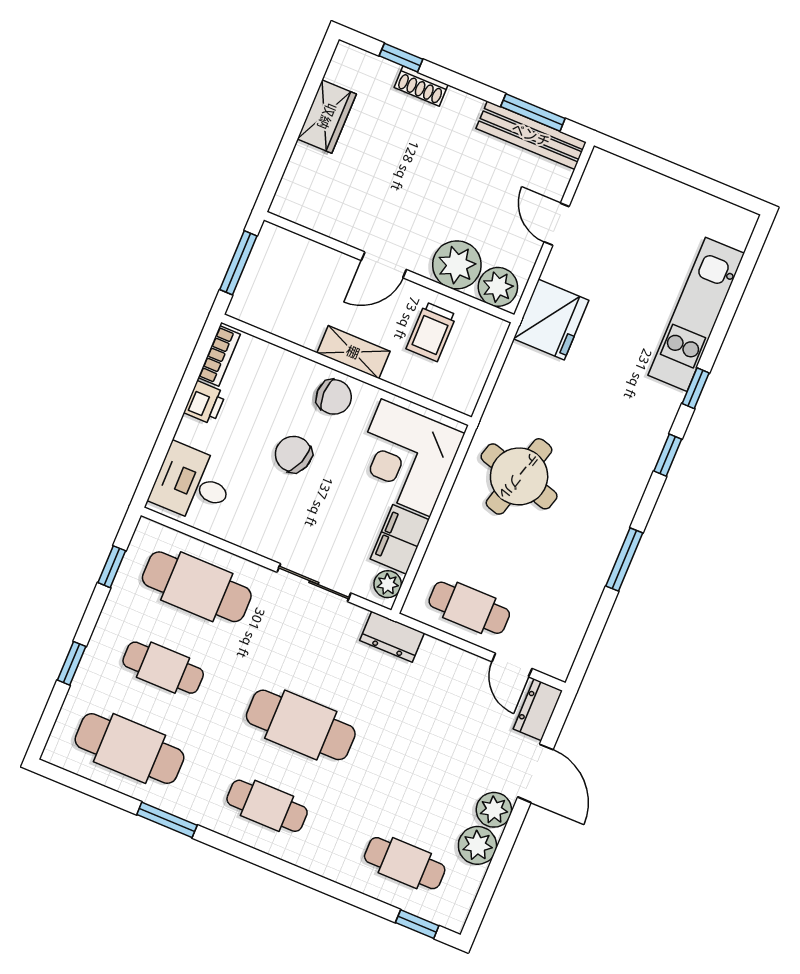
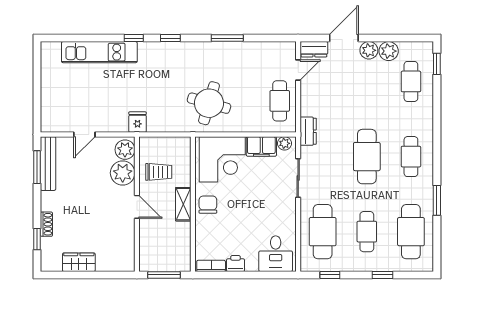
fridge: (551, 320) -> (138, 122), width x0.53, depth x0.75
chair: (293, 454) -> (242, 212), removed

